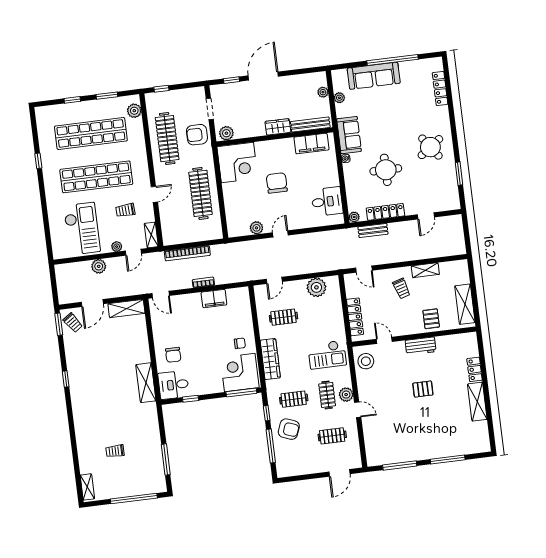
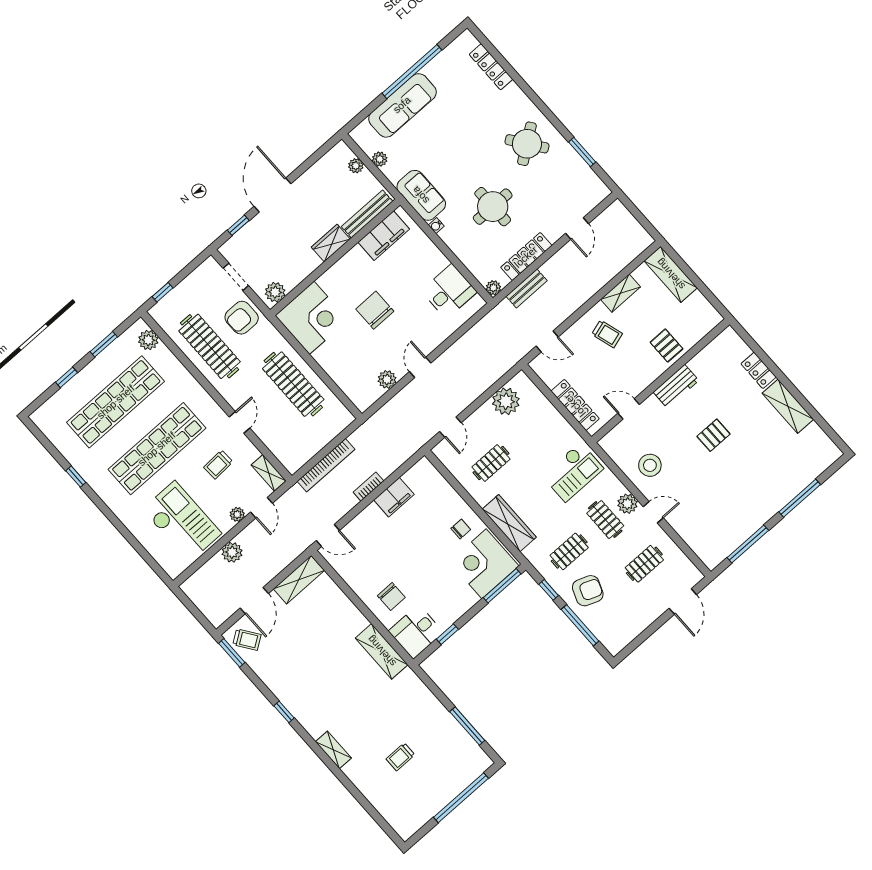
shelving: (465, 304) -> (671, 274), moved
stool: (366, 361) -> (650, 465), moved
shelving: (87, 487) -> (333, 750), moved

